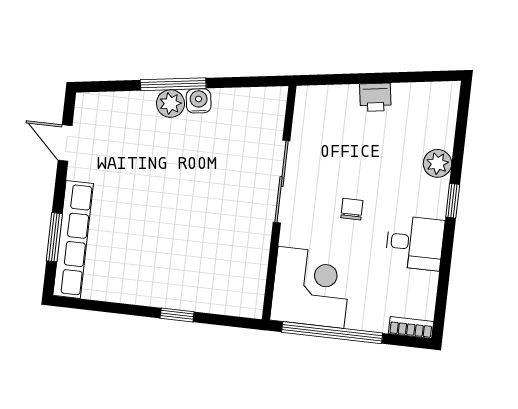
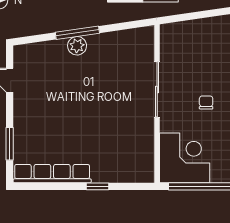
printer: (375, 97) -> (213, 26), removed
water cooler: (199, 101) -> (96, 42), removed
row of seats: (73, 239) -> (52, 174), moved, turned -90

